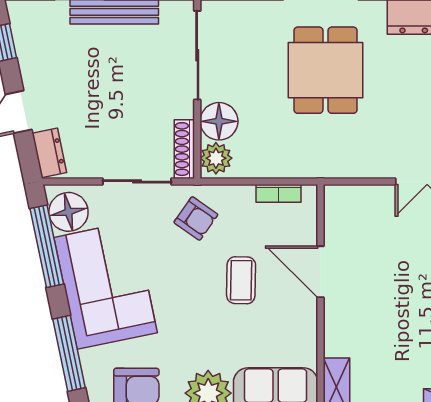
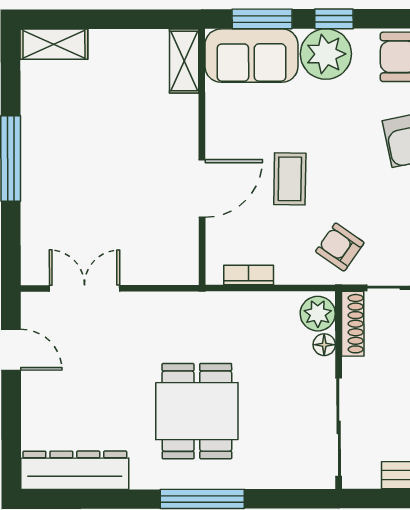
floor lamp: (219, 121) -> (324, 345), width x0.53, depth x0.53
door: (321, 272) -> (202, 188), hinge flipped

